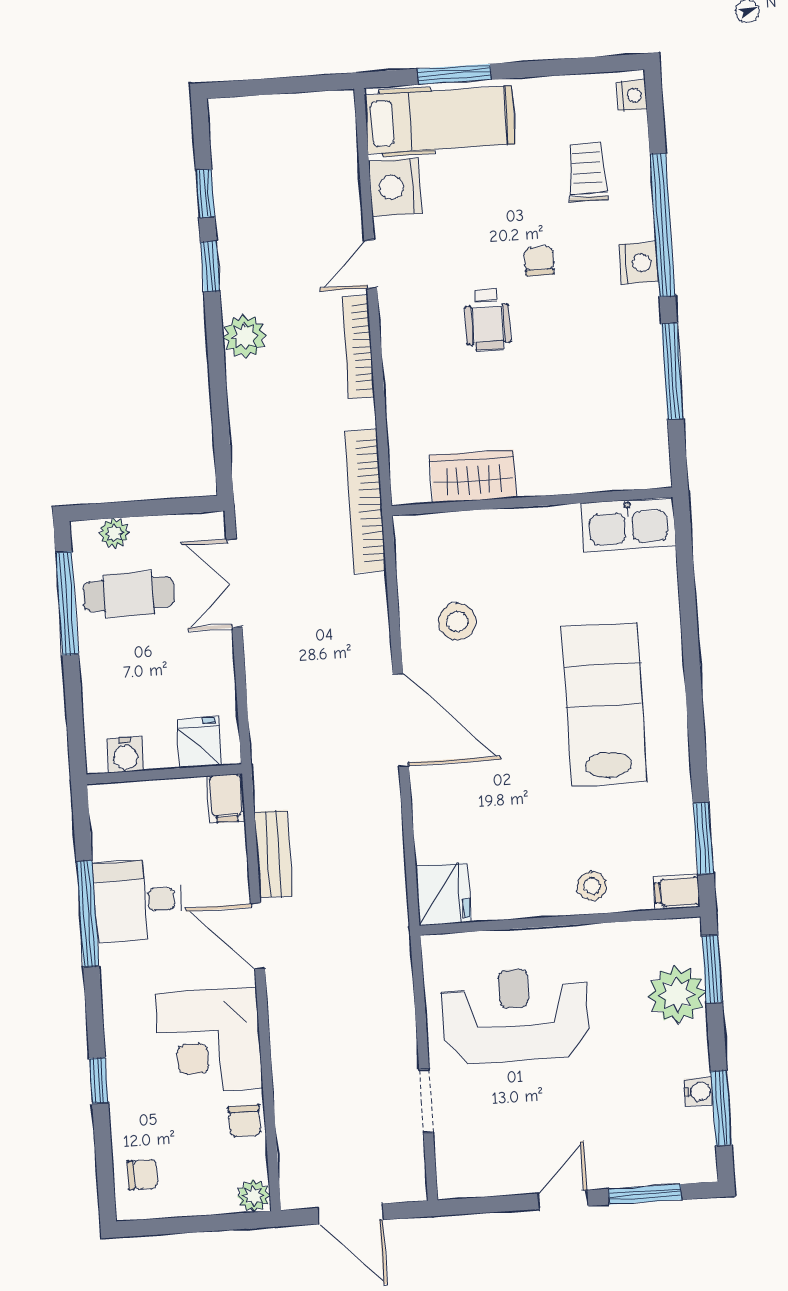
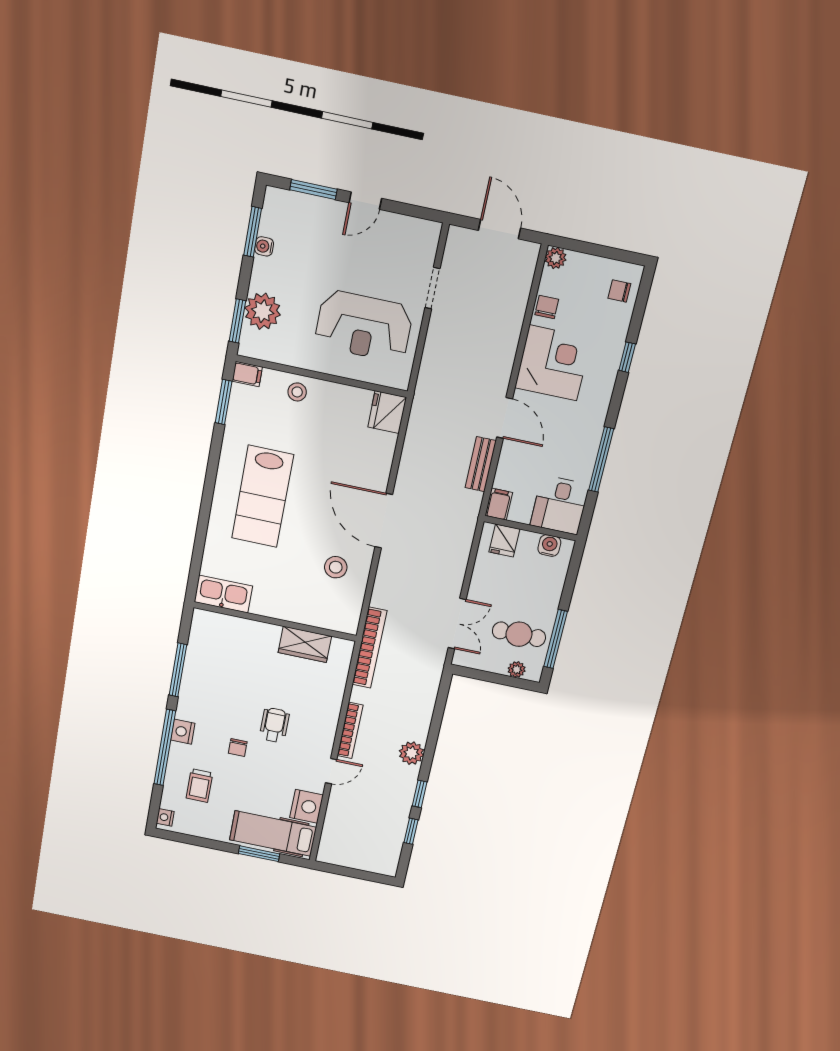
desk: (138, 901) -> (560, 505), moved, turned 90

